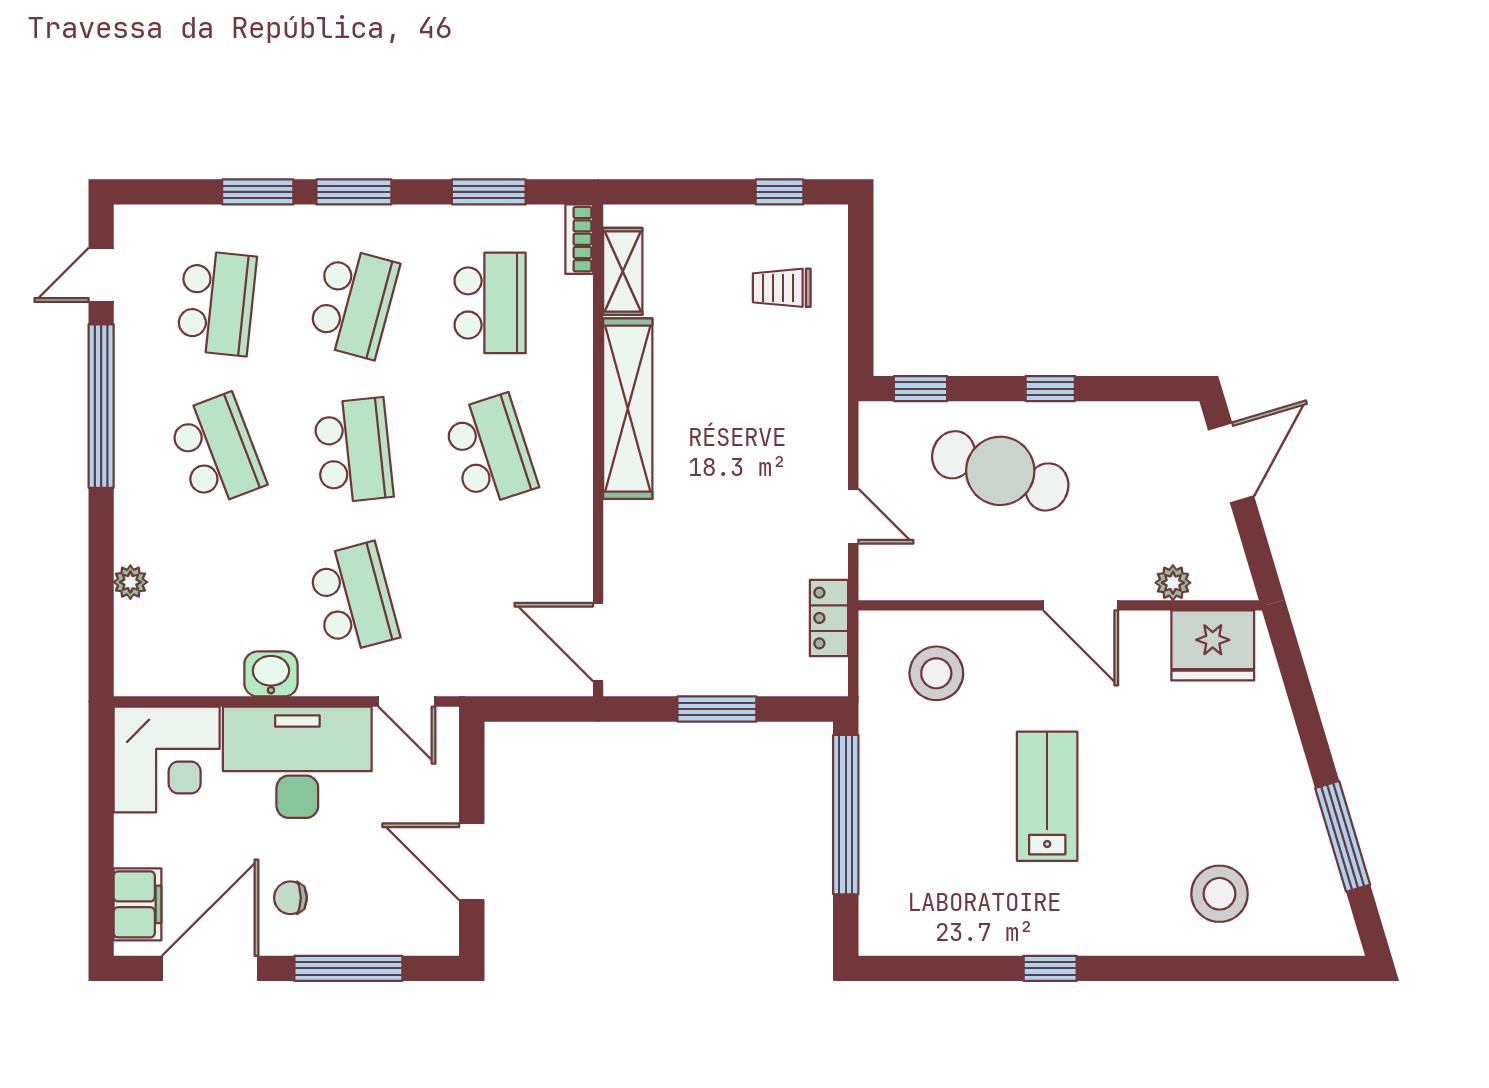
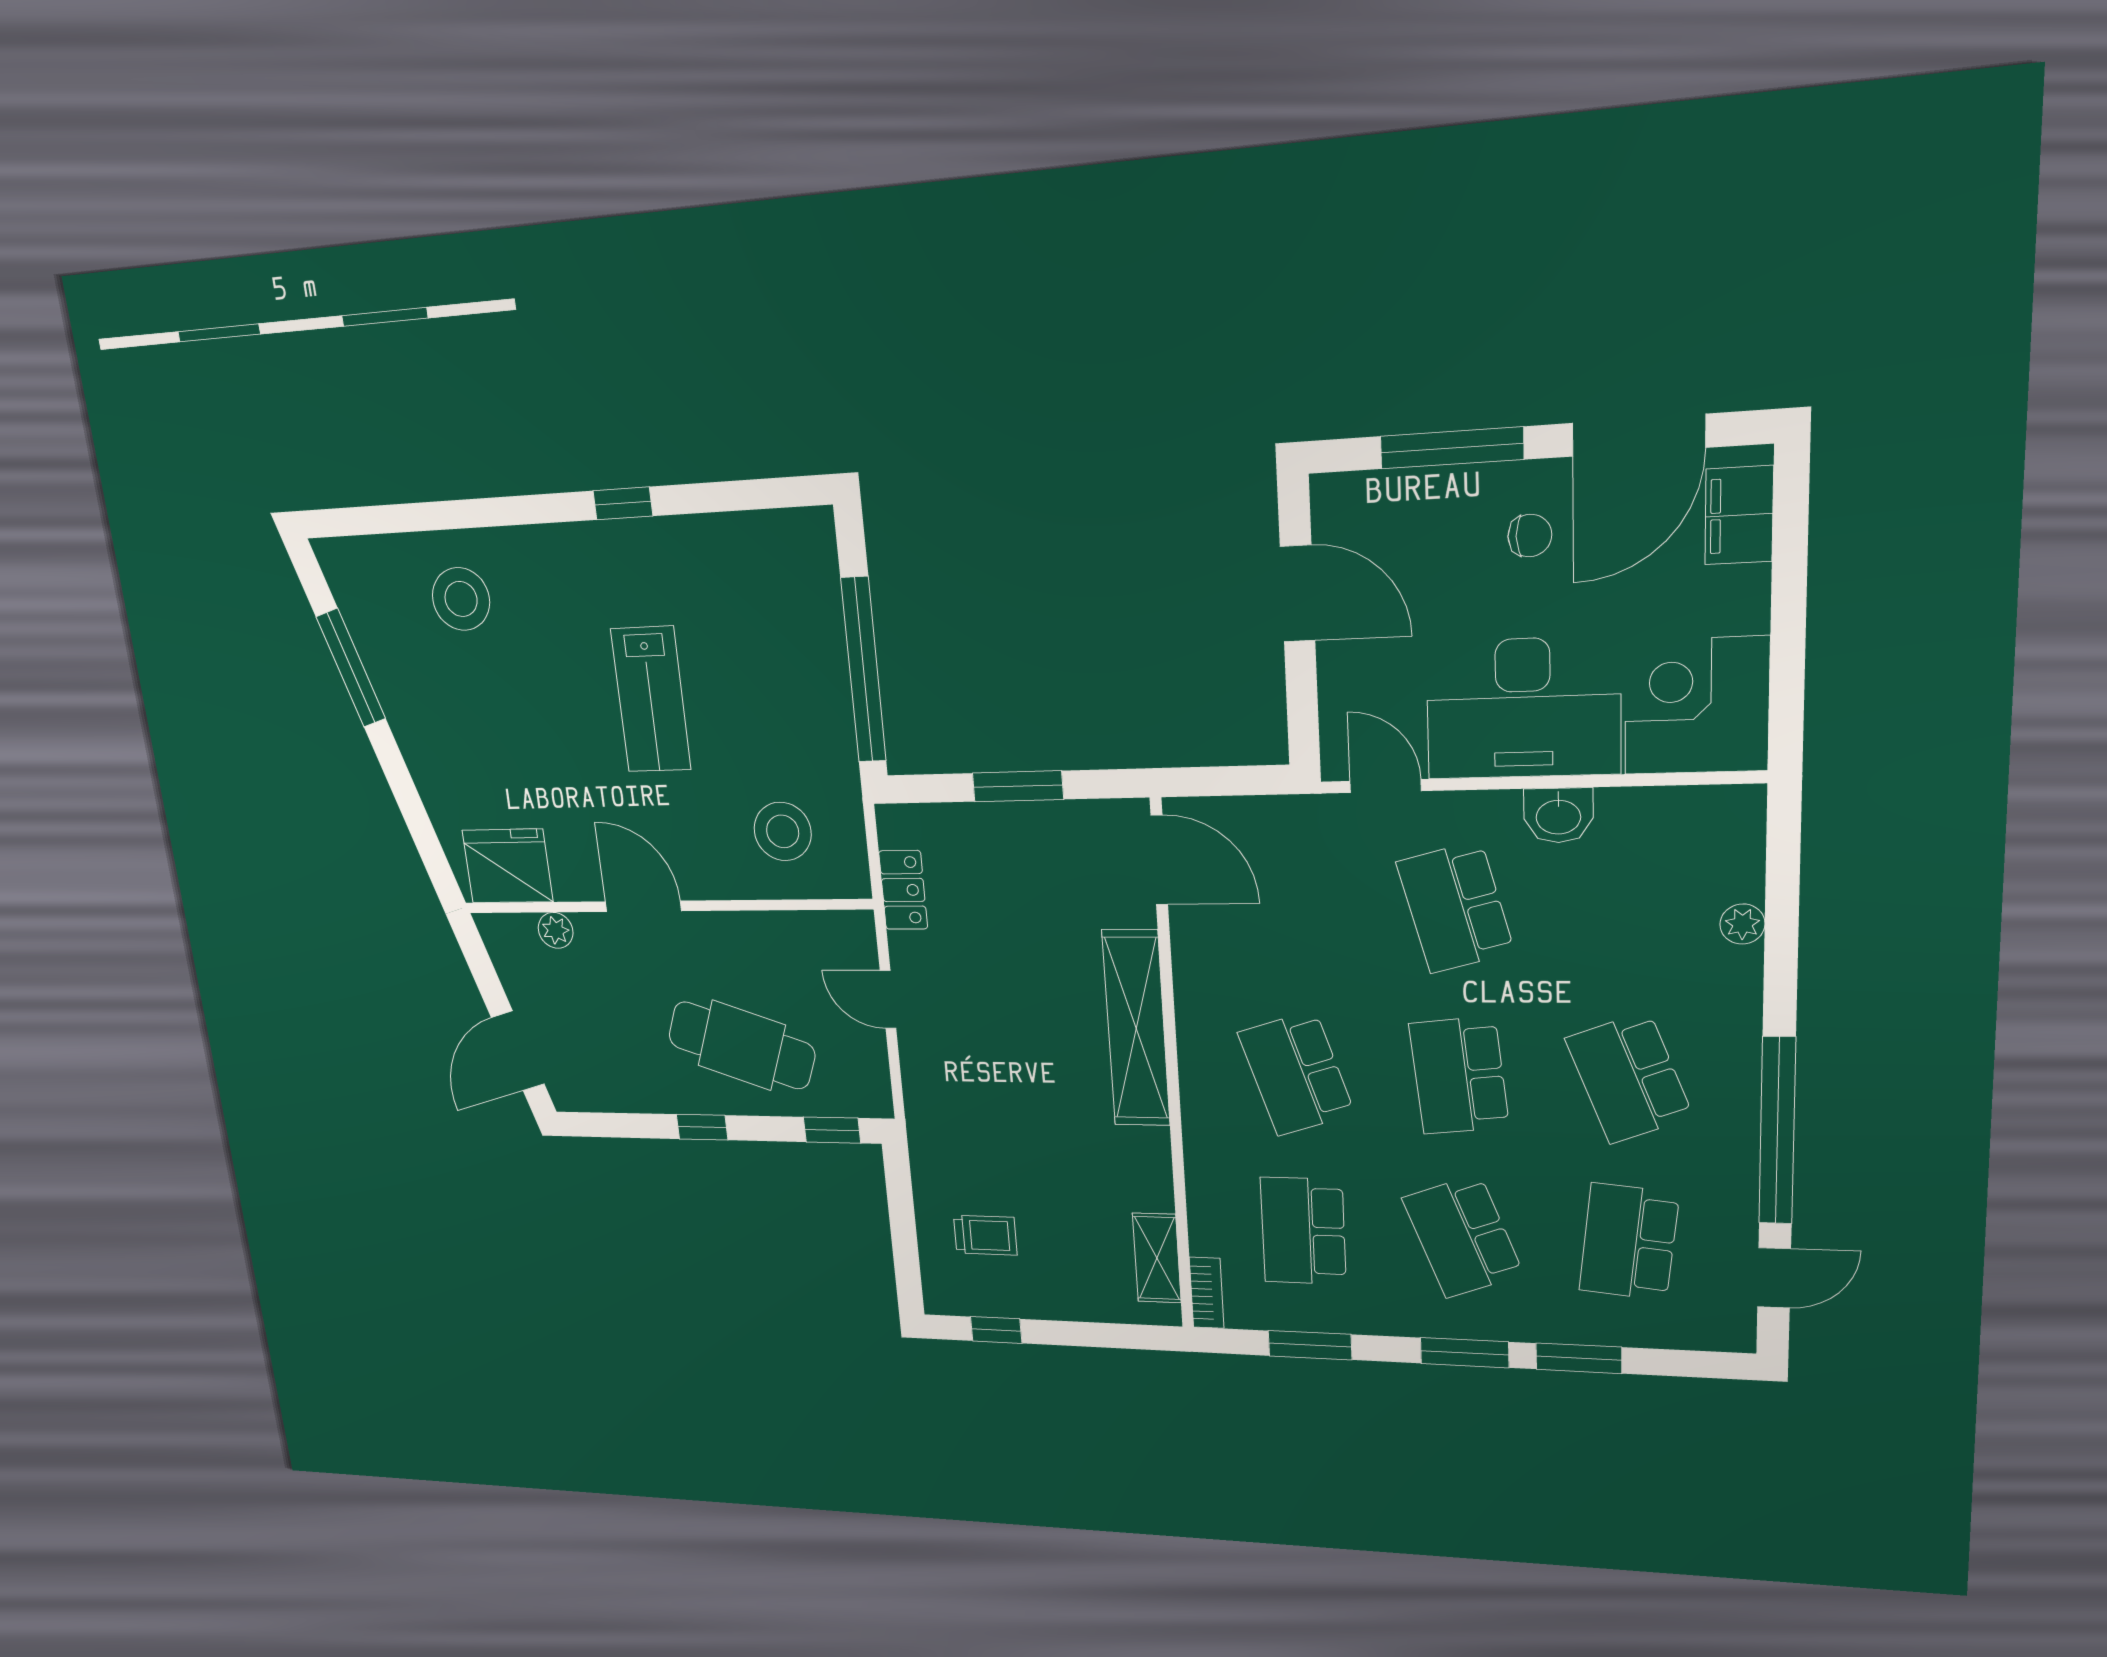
school desk: (353, 303) -> (1463, 1236), turned -36
shelving: (628, 409) -> (1136, 1028), moved

